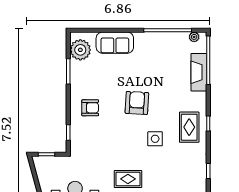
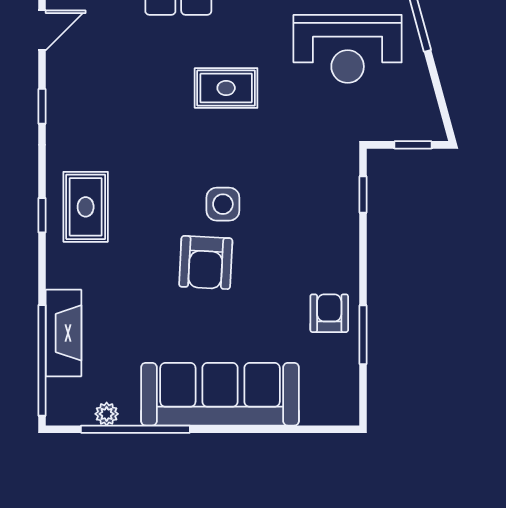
plant: (194, 37) -> (107, 414), moved
sofa: (115, 43) -> (220, 394), width x1.85, depth x1.27
plant: (80, 50) -> (335, 384), removed
armchair: (90, 108) -> (329, 313), moved, turned 90
side table: (155, 139) -> (223, 204), moved

